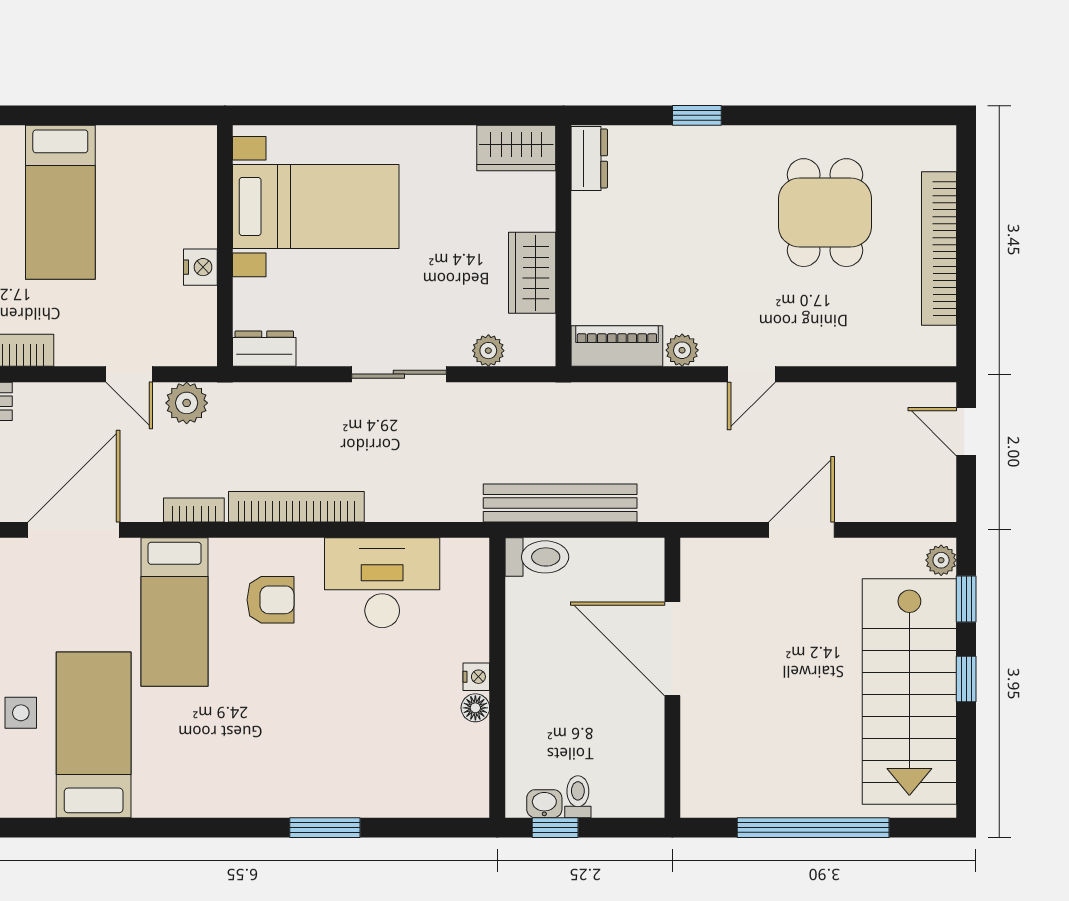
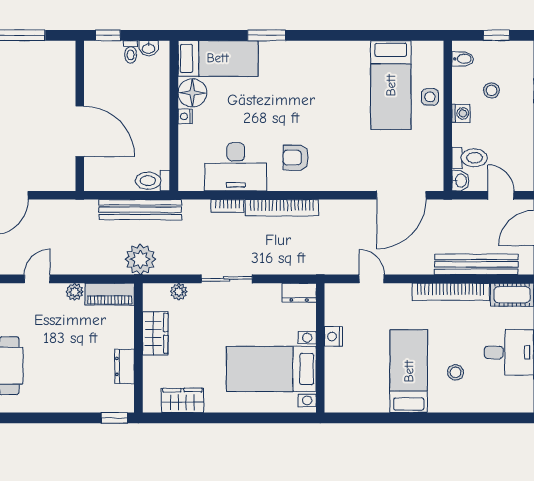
window: (697, 115) -> (114, 418), moved
wardrobe: (516, 148) -> (182, 400), moved
dresser: (589, 158) -> (124, 366), moved
plant: (187, 403) -> (140, 259), moved, width x1.36, depth x1.36
bookcase: (194, 510) -> (227, 206), moved
bed: (175, 612) -> (218, 58), moved, turned 90
floor lamp: (475, 708) -> (192, 93), width x1.89, depth x1.89
window: (555, 828) -> (108, 35), moved

